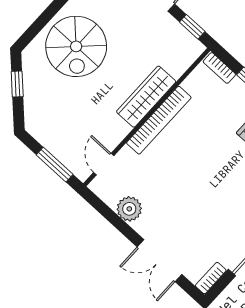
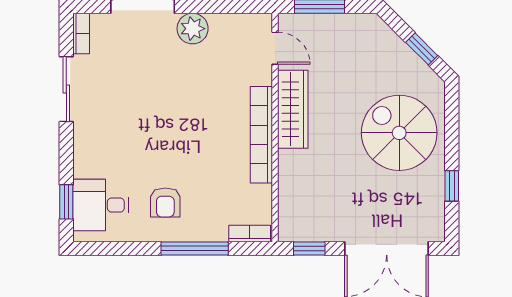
wardrobe: (146, 97) -> (293, 109), moved
plant: (129, 209) -> (193, 29), moved

